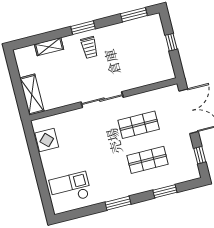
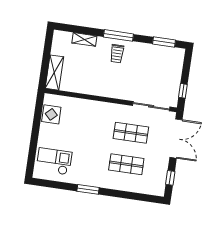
window: (83, 28) -> (118, 35), width x1.44
window: (171, 42) -> (183, 91), moved
sliding door: (102, 100) -> (151, 106), moved
window: (165, 191) -> (130, 196), removed

